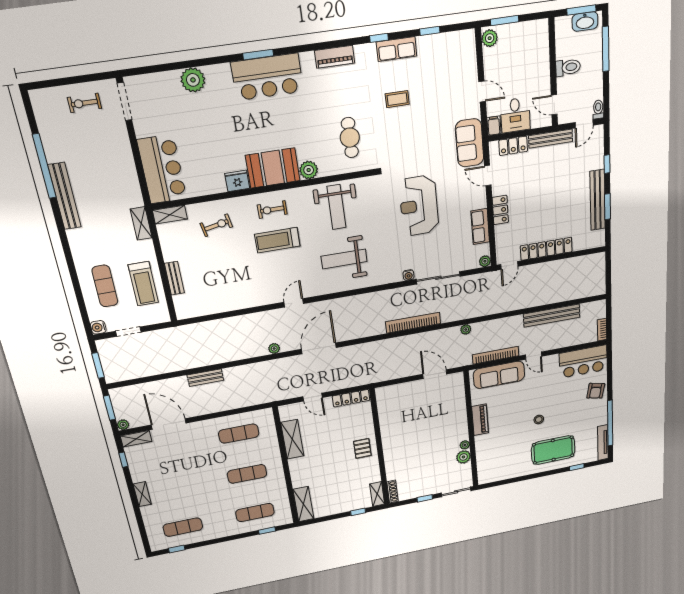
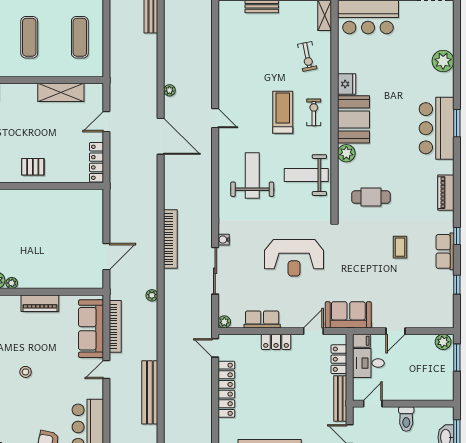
reception desk: (419, 206) -> (294, 258), turned 180

